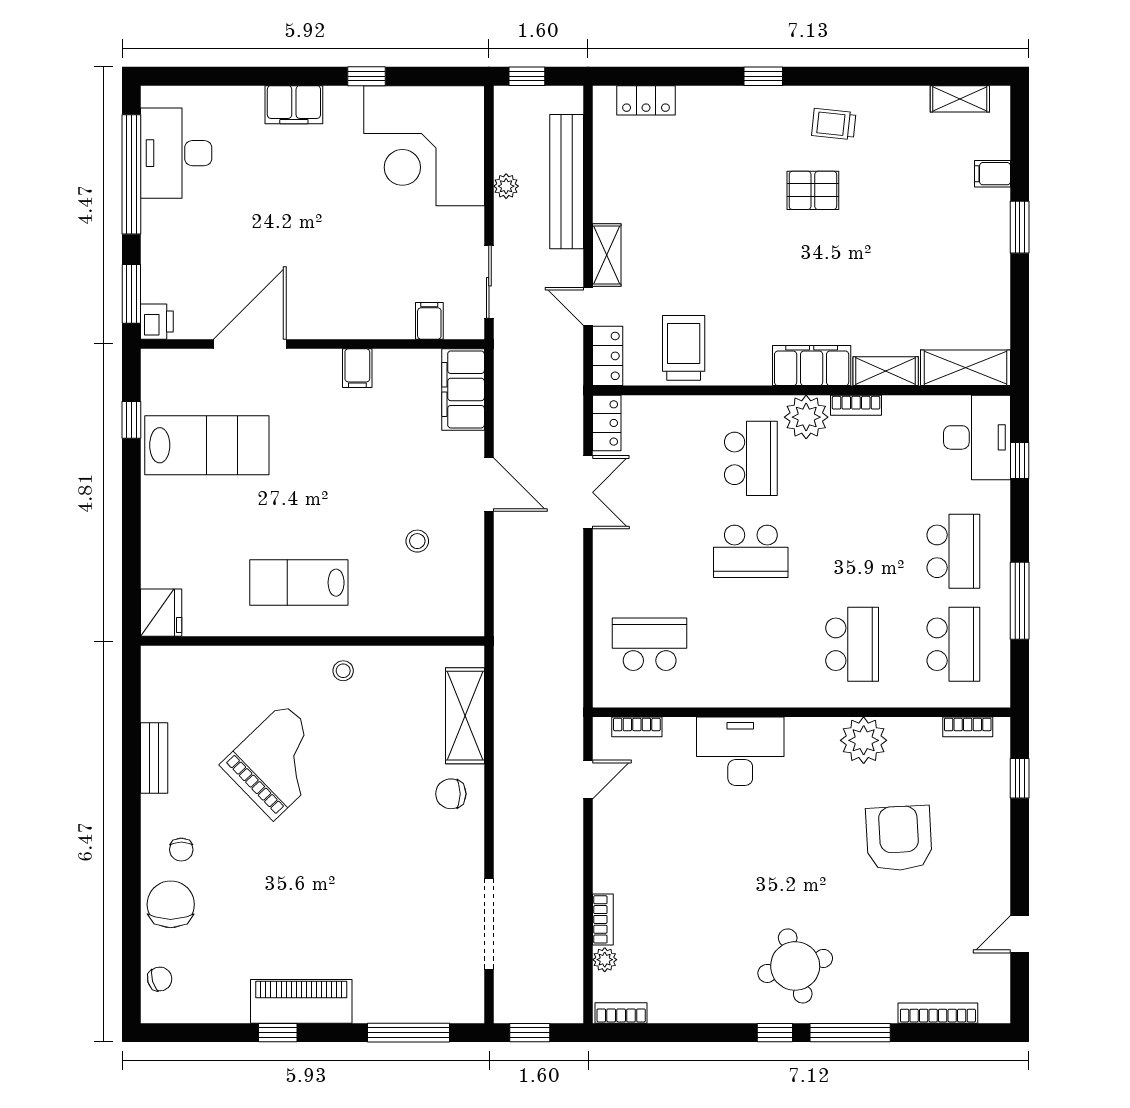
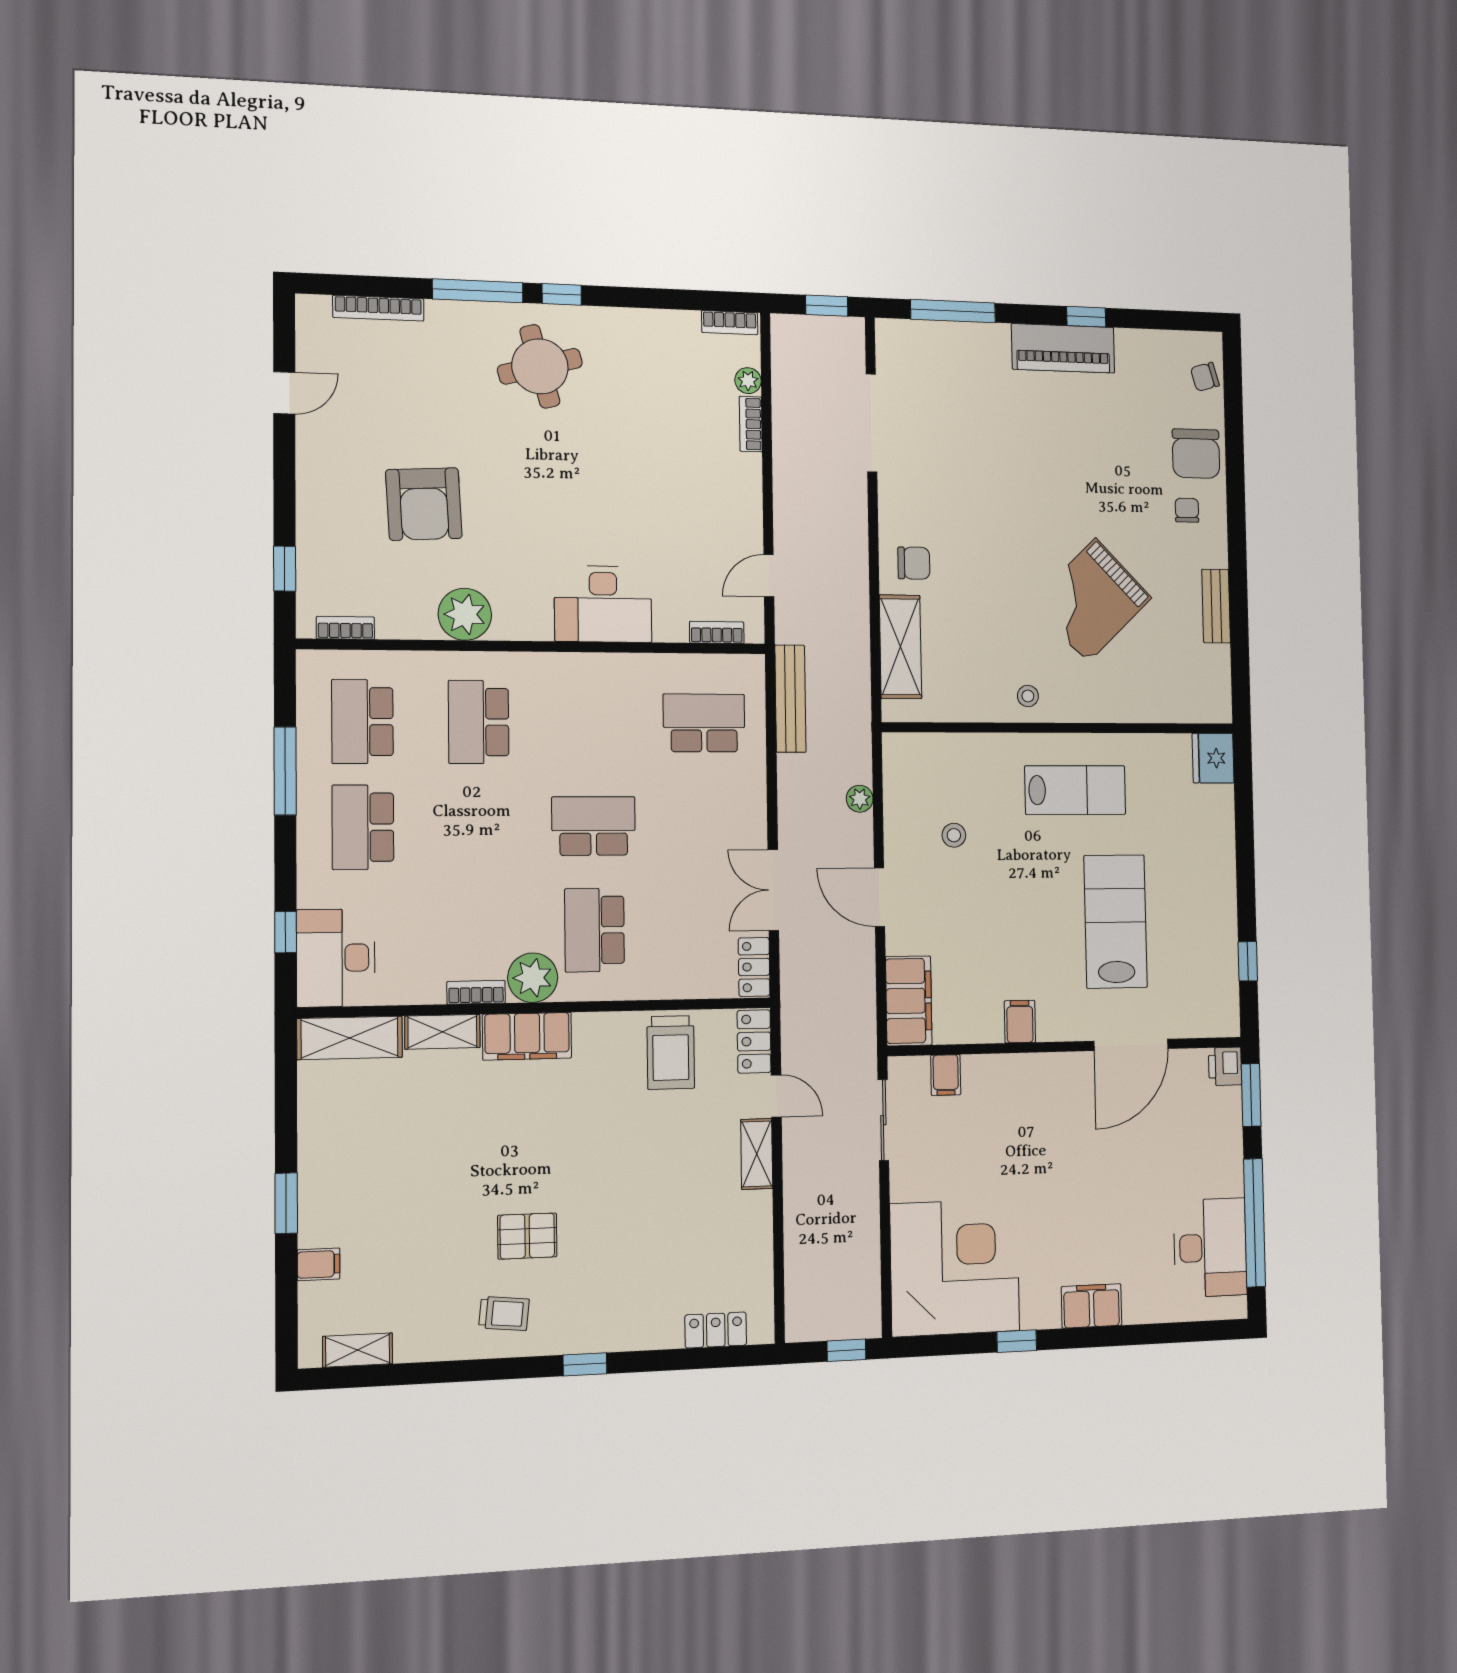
bench: (567, 182) -> (790, 699), moved, width x0.73, depth x0.82
plant: (506, 186) -> (860, 799), moved
lab bench: (207, 445) -> (1116, 921), moved, turned 90
school desk: (650, 644) -> (704, 723), turned 180

